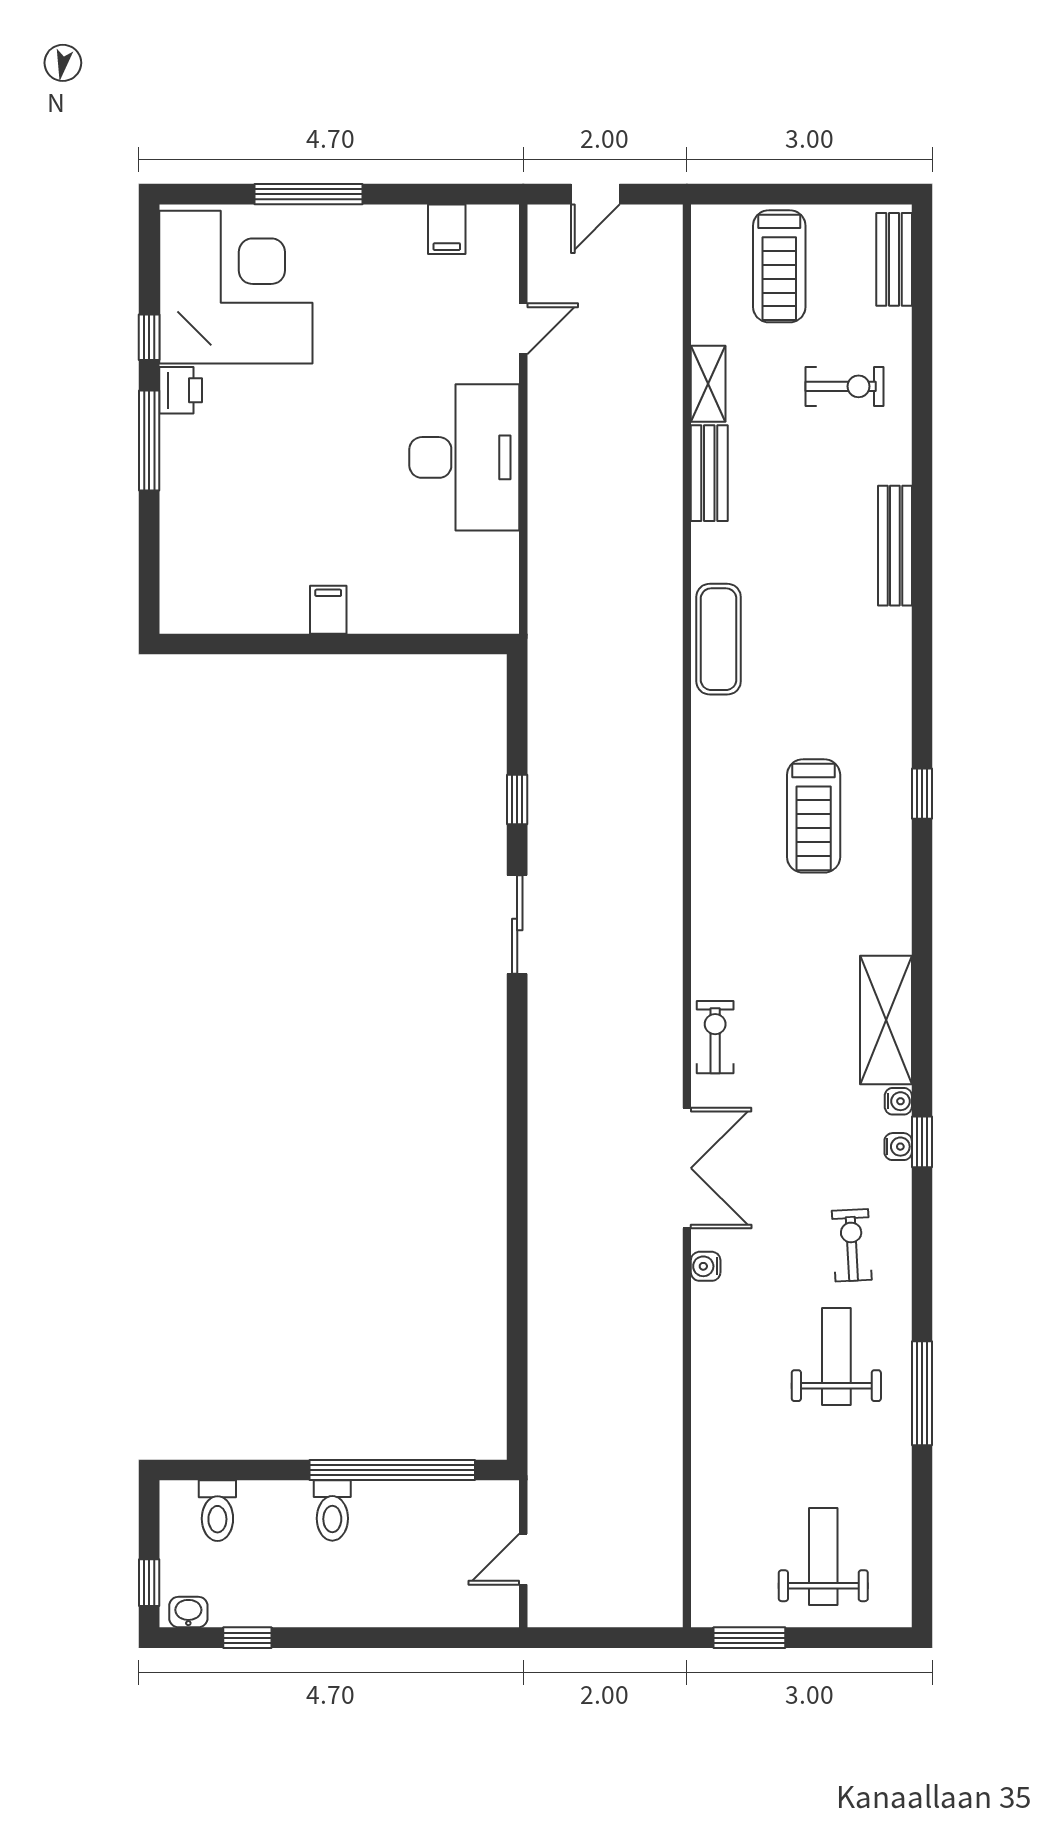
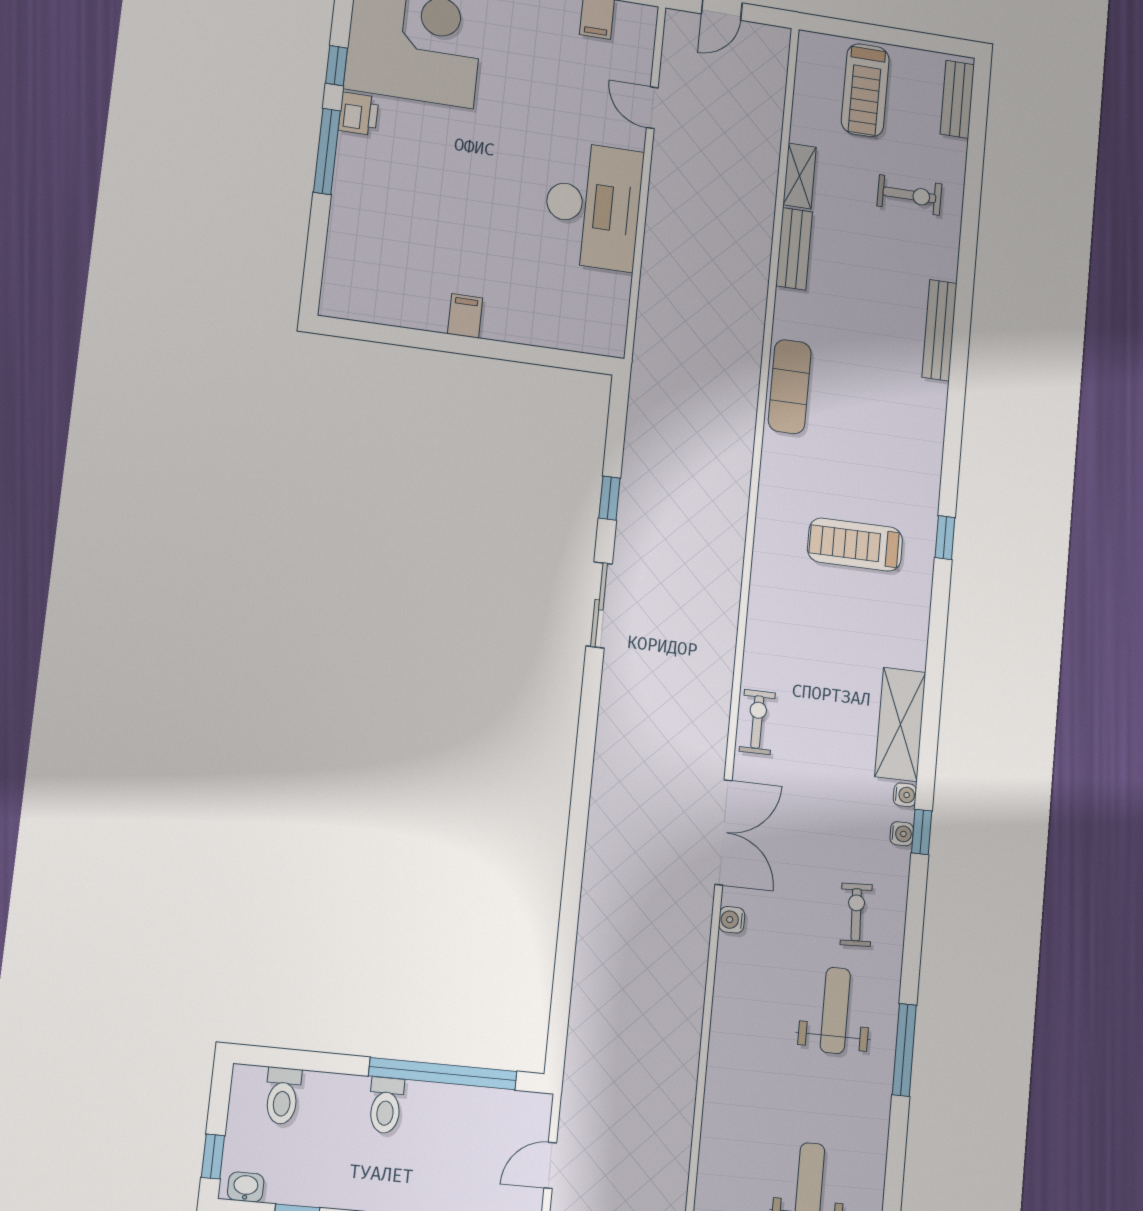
door: (523, 329) -> (652, 108), swing flipped
treadmill: (814, 816) -> (855, 545), turned 90

